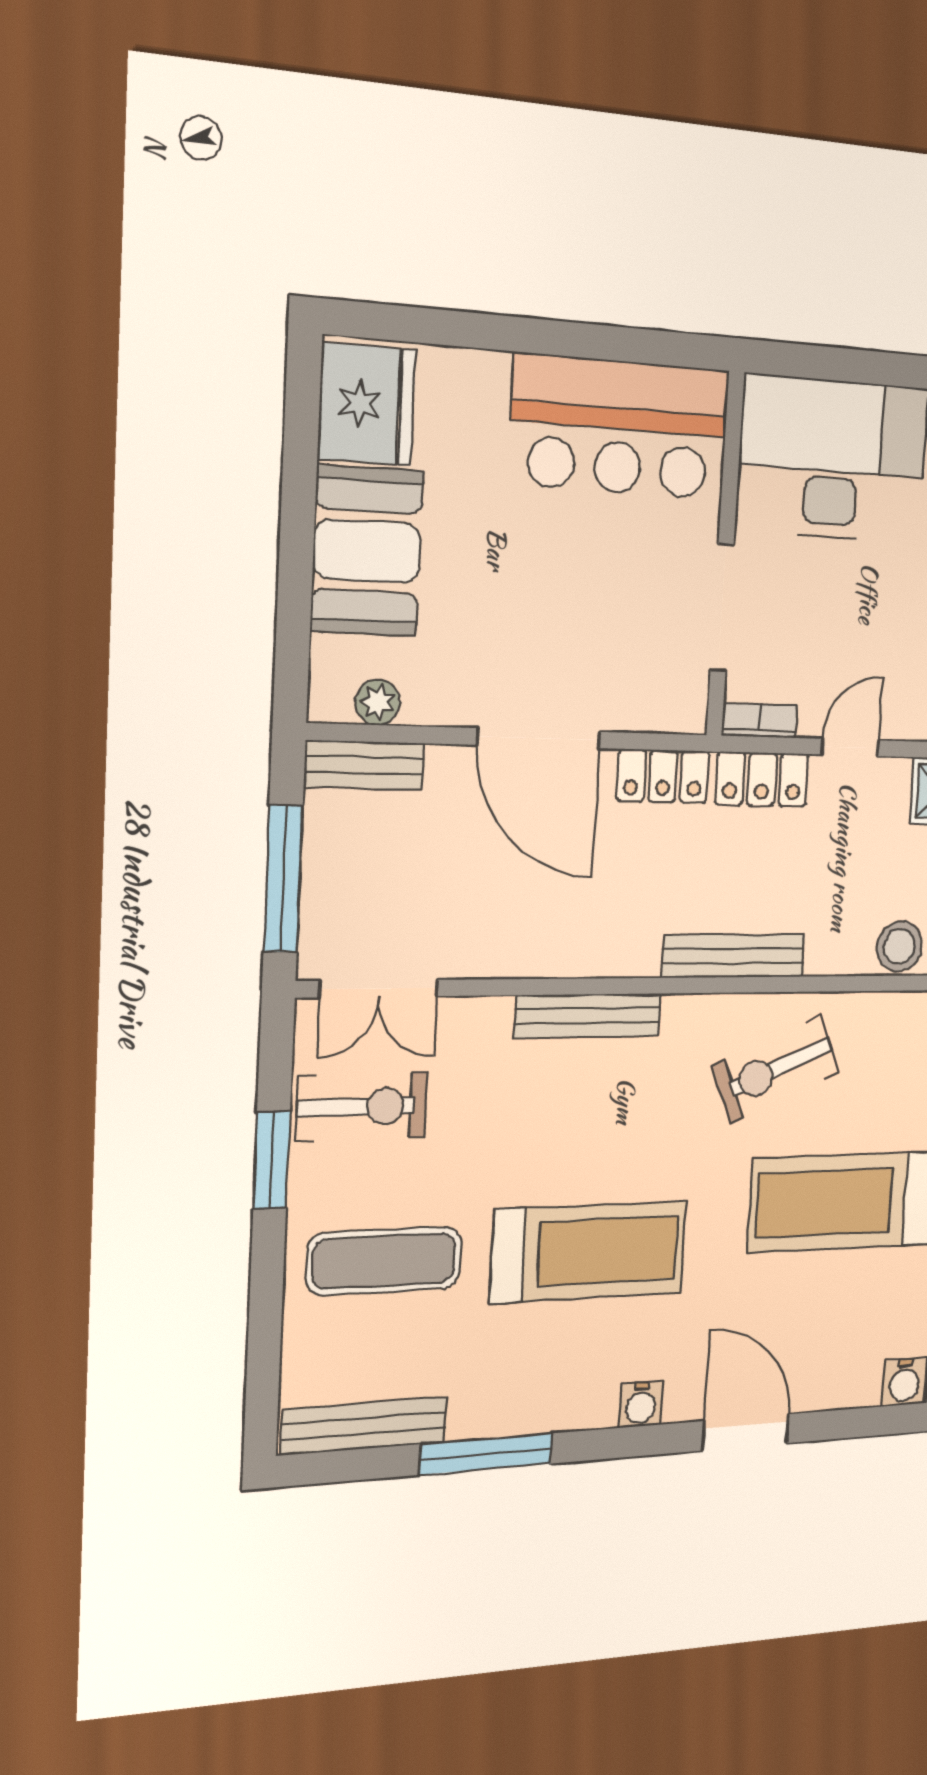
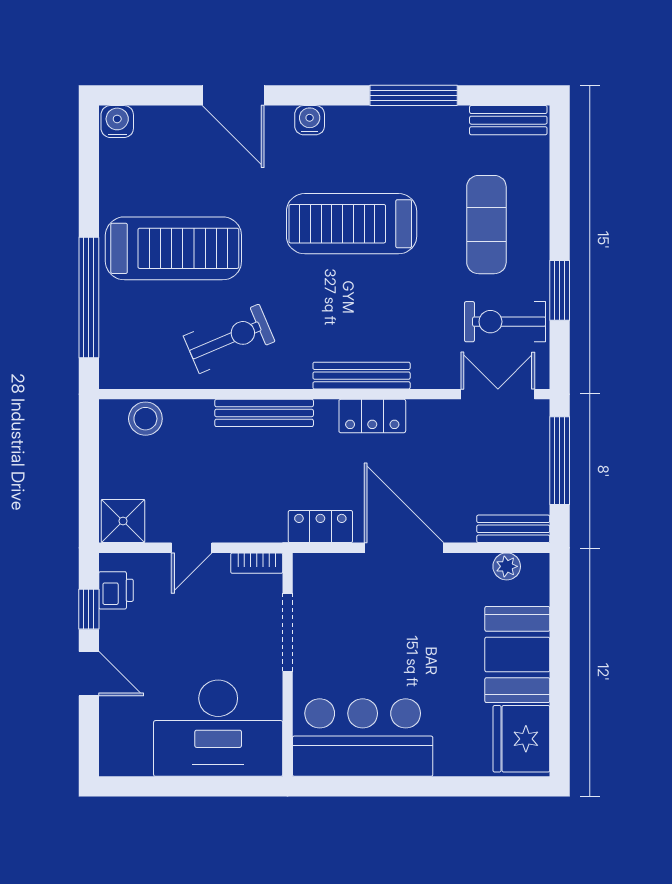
locker: (762, 779) -> (372, 416), moved, turned 180
exercise mat: (384, 1261) -> (486, 225), turned 90
bench: (364, 1426) -> (508, 120), width x0.73

